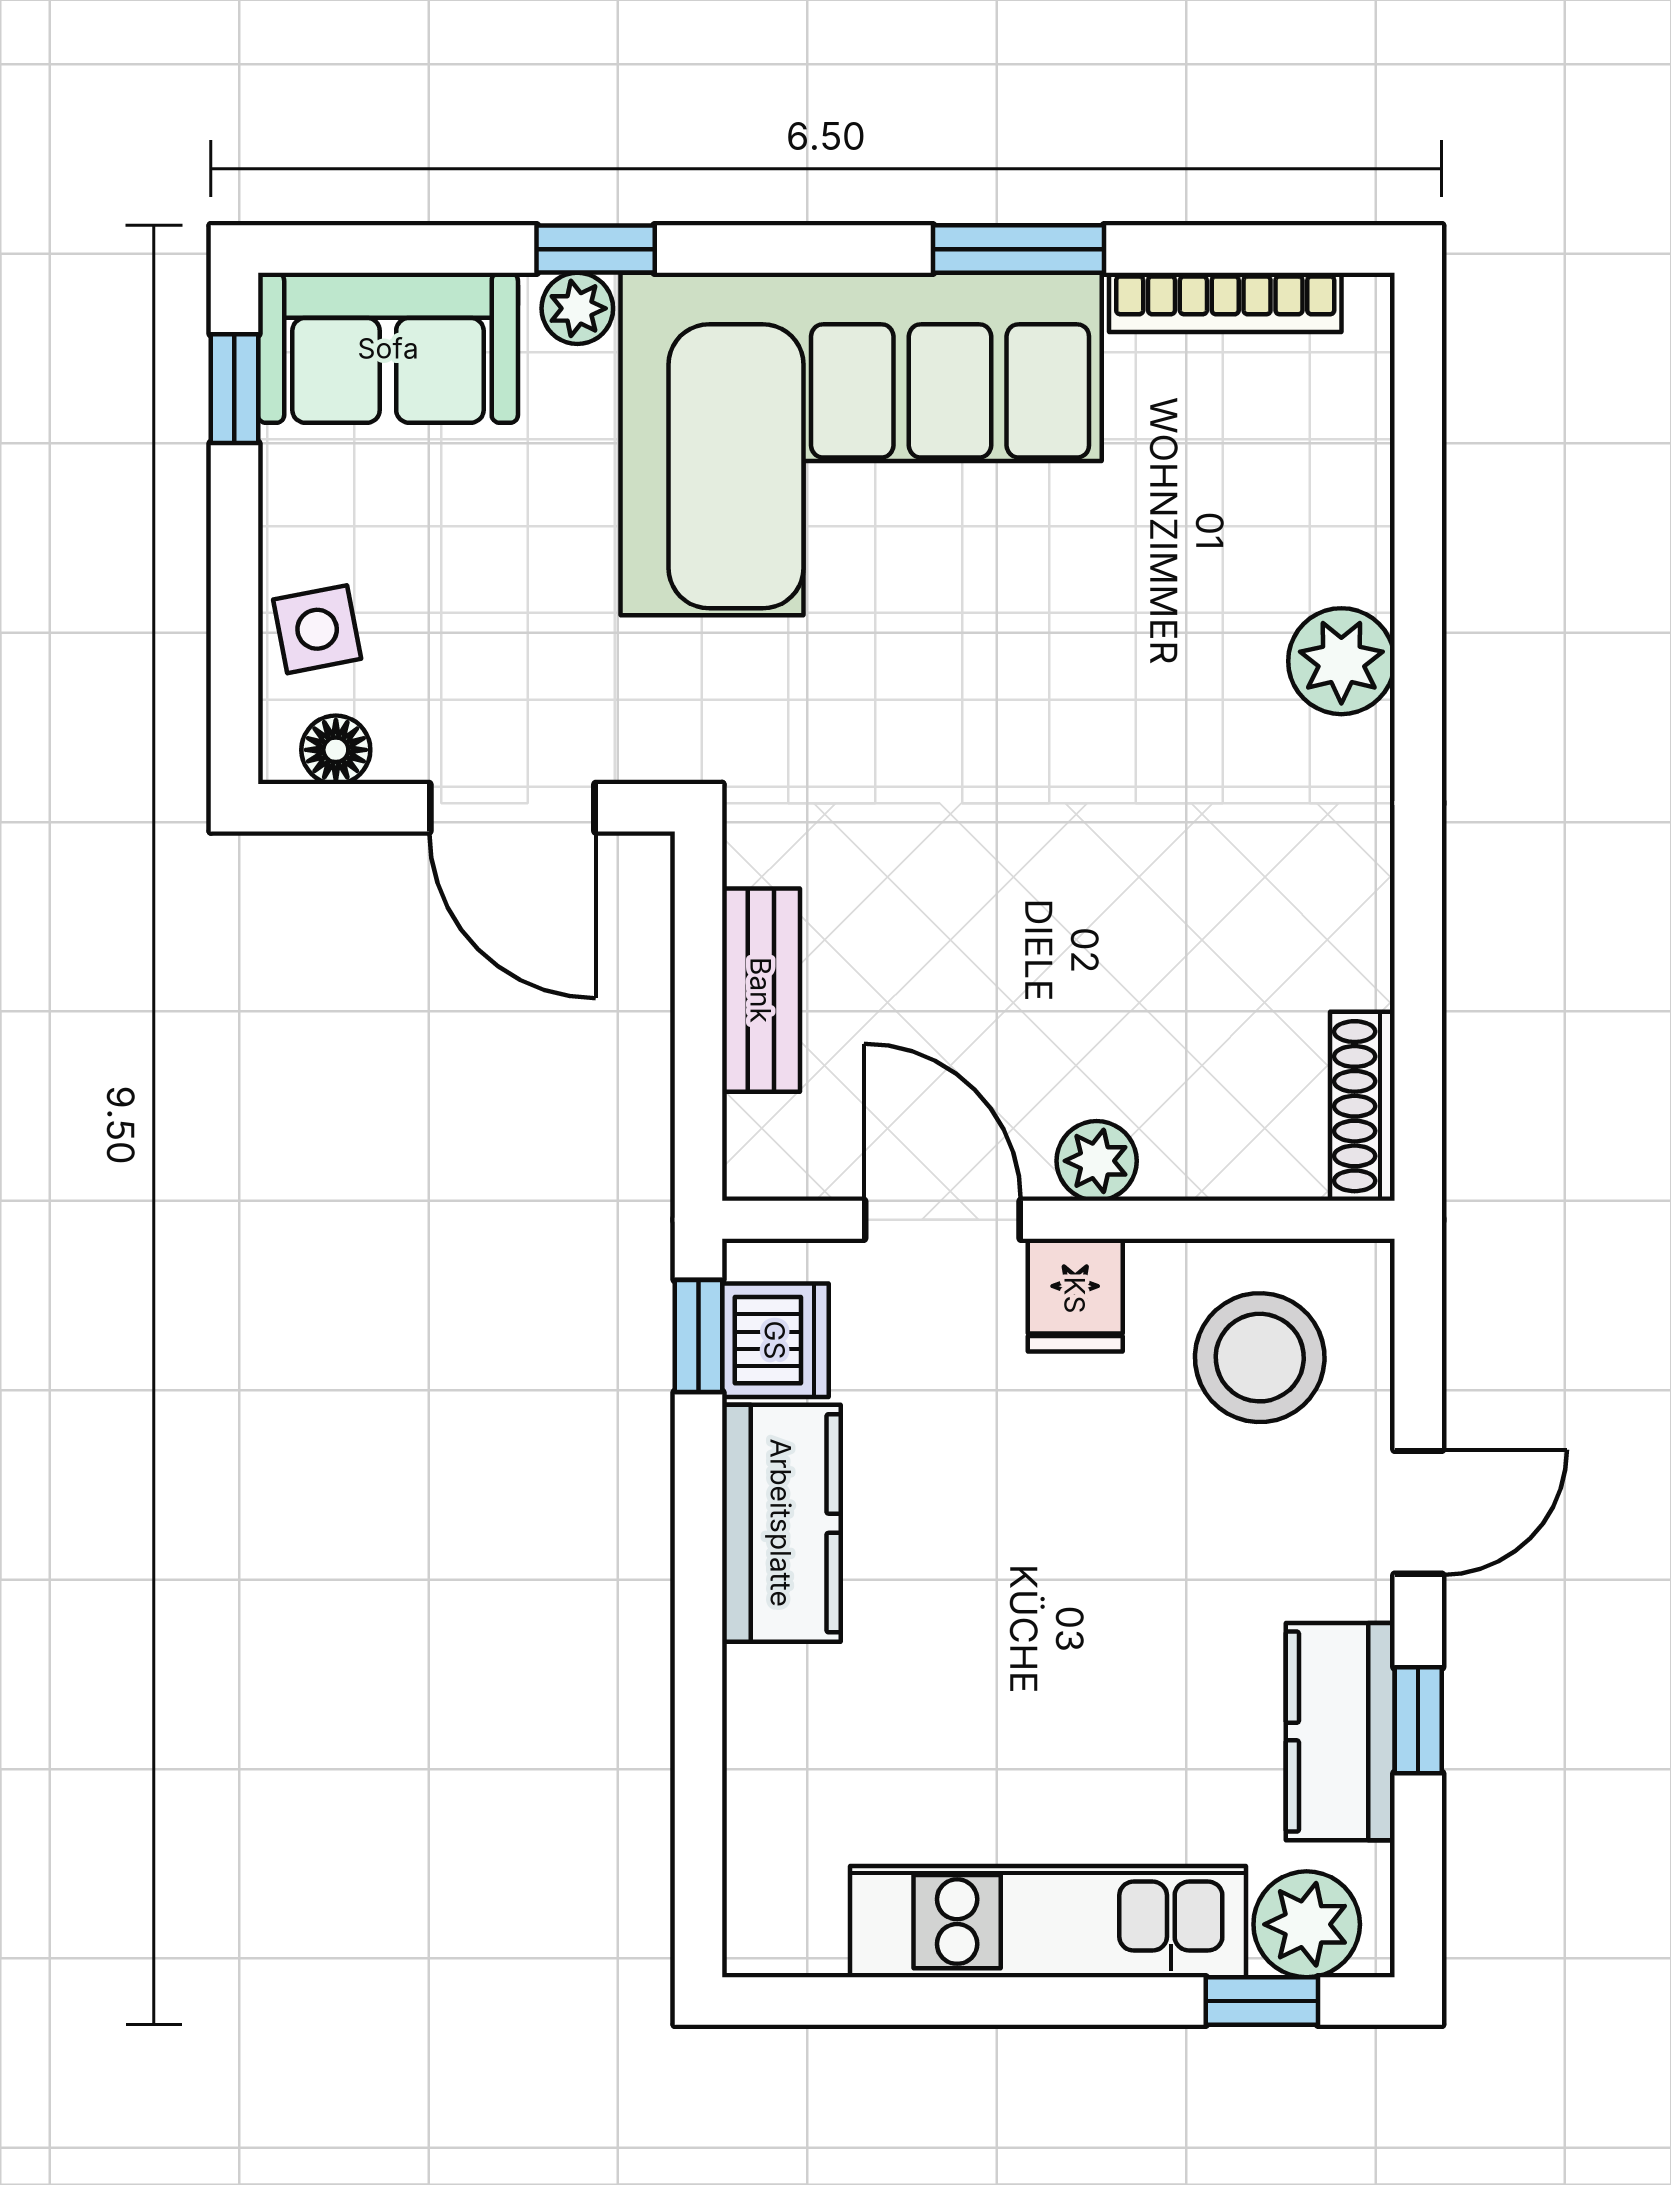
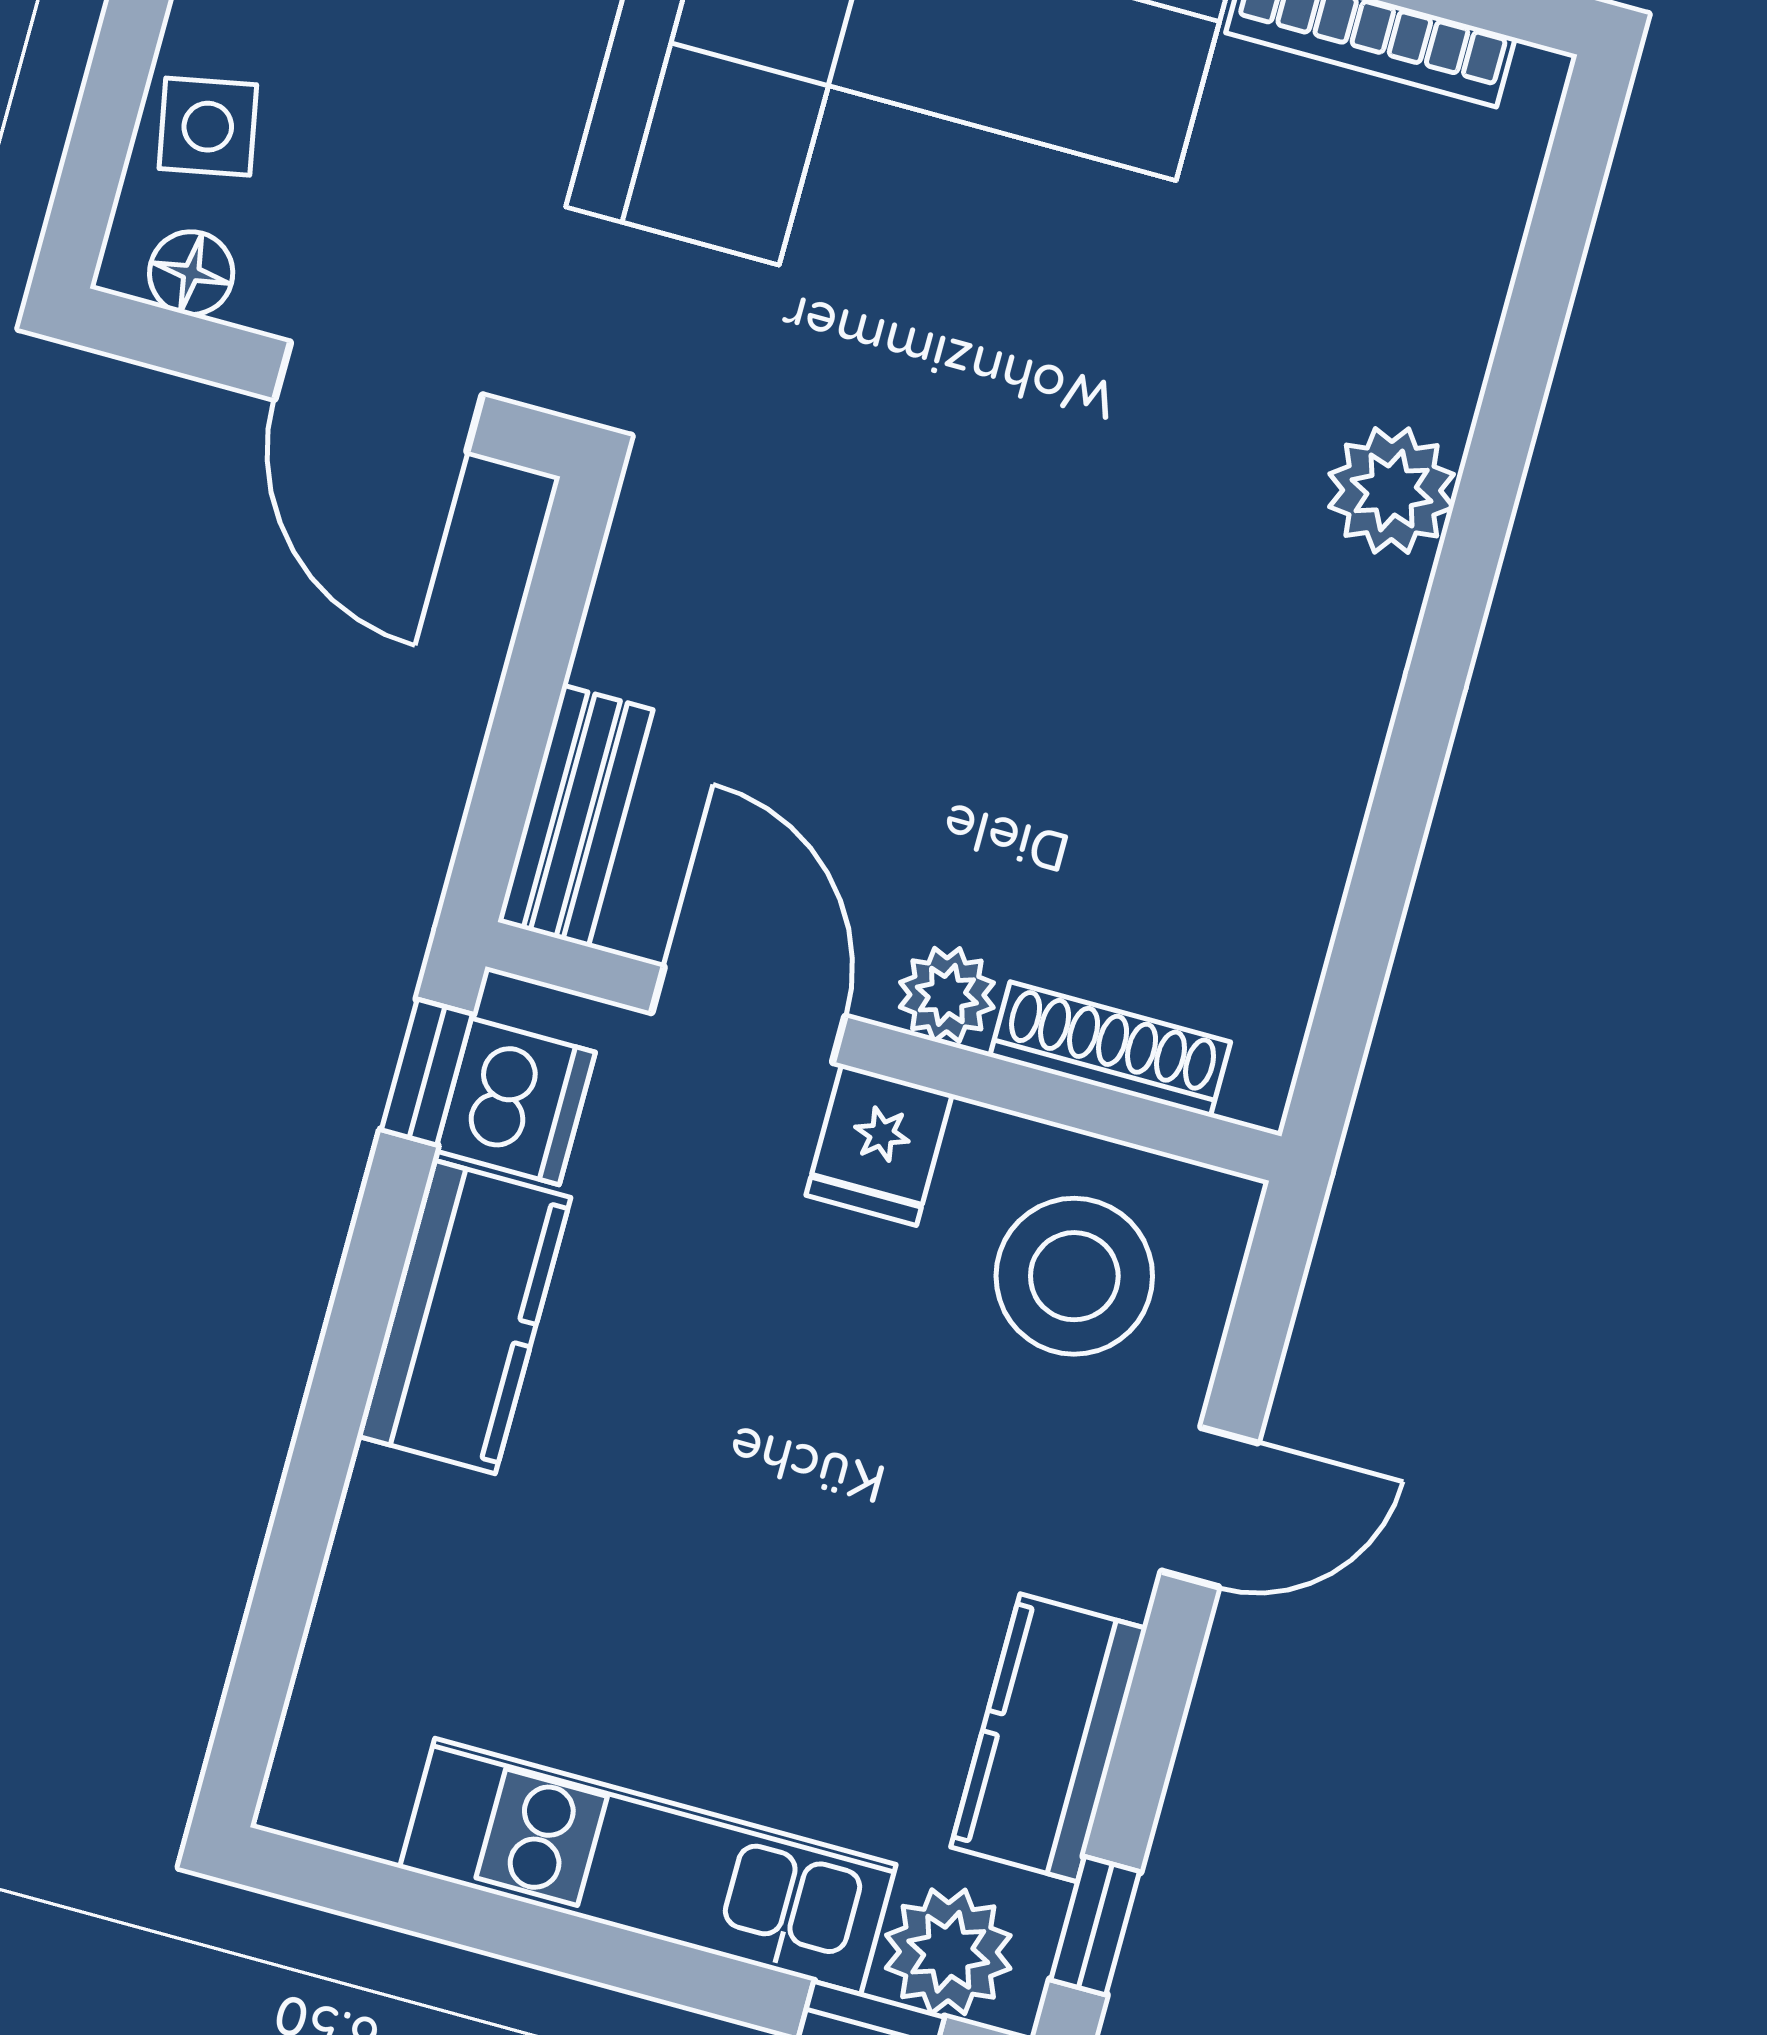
bench: (761, 990) -> (575, 816), moved
shoe rack: (1362, 1106) -> (1110, 1049), moved, turned 90
window: (1418, 1720) -> (1095, 1926), moved

